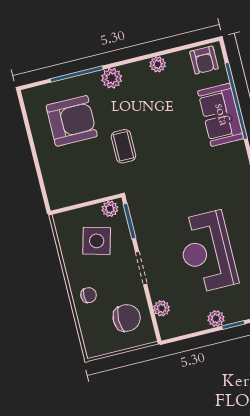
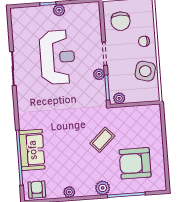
coffee table: (123, 146) -> (102, 140), turned 47
side table: (97, 241) -> (145, 71), moved
plant: (162, 308) -> (99, 74), moved
chair: (127, 318) -> (120, 21), turned -90

